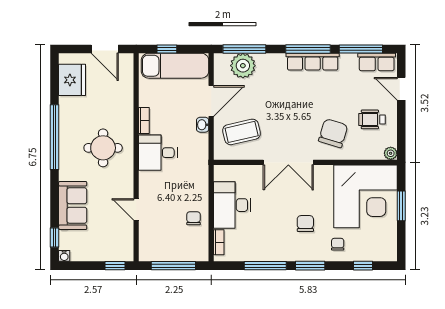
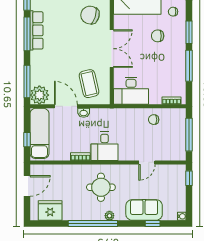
plant: (243, 66) -> (39, 95), moved
plant: (65, 159) -> (109, 216), added
desk: (232, 205) -> (131, 91), moved
window: (55, 237) -> (153, 224), moved

